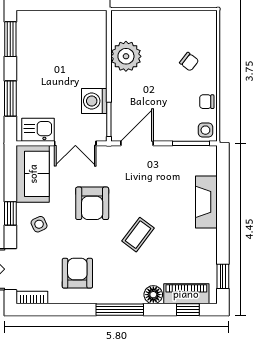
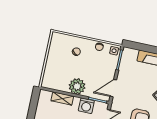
shelving: (98, 54) -> (62, 99), added
plant: (126, 56) -> (77, 86), moved
door: (137, 143) -> (113, 88), hinge flipped

